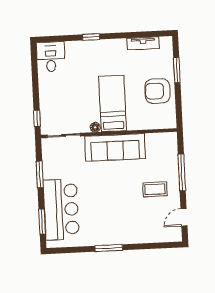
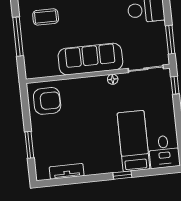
armchair: (157, 91) -> (47, 101), moved
bed: (113, 103) -> (133, 141), moved, turned 180
window: (40, 174) -> (170, 40), moved

